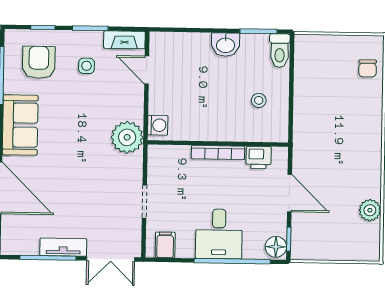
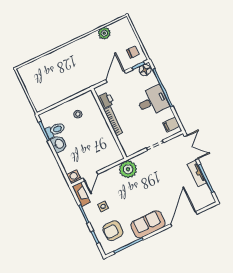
toilet: (280, 51) -> (55, 130), moved
chair: (368, 68) -> (133, 52), moved
washing machine: (158, 125) -> (74, 177), moved

